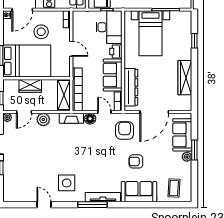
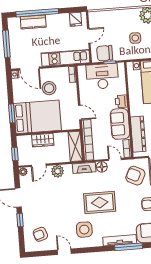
door: (22, 10) -> (30, 68), hinge flipped
desk: (109, 27) -> (102, 76), moved, turned -90
door: (71, 49) -> (80, 113), moved
armchair: (125, 131) -> (135, 176), turned -63
rug: (85, 156) -> (100, 203), added
armchair: (20, 184) -> (40, 234), added
window: (93, 205) -> (129, 247), moved

